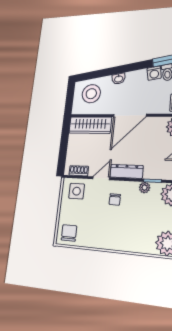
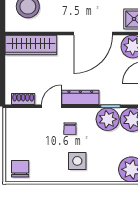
door: (130, 115) -> (93, 33), moved
plant: (145, 188) -> (108, 119), width x1.88, depth x1.88
side table: (77, 191) -> (77, 161), moved

